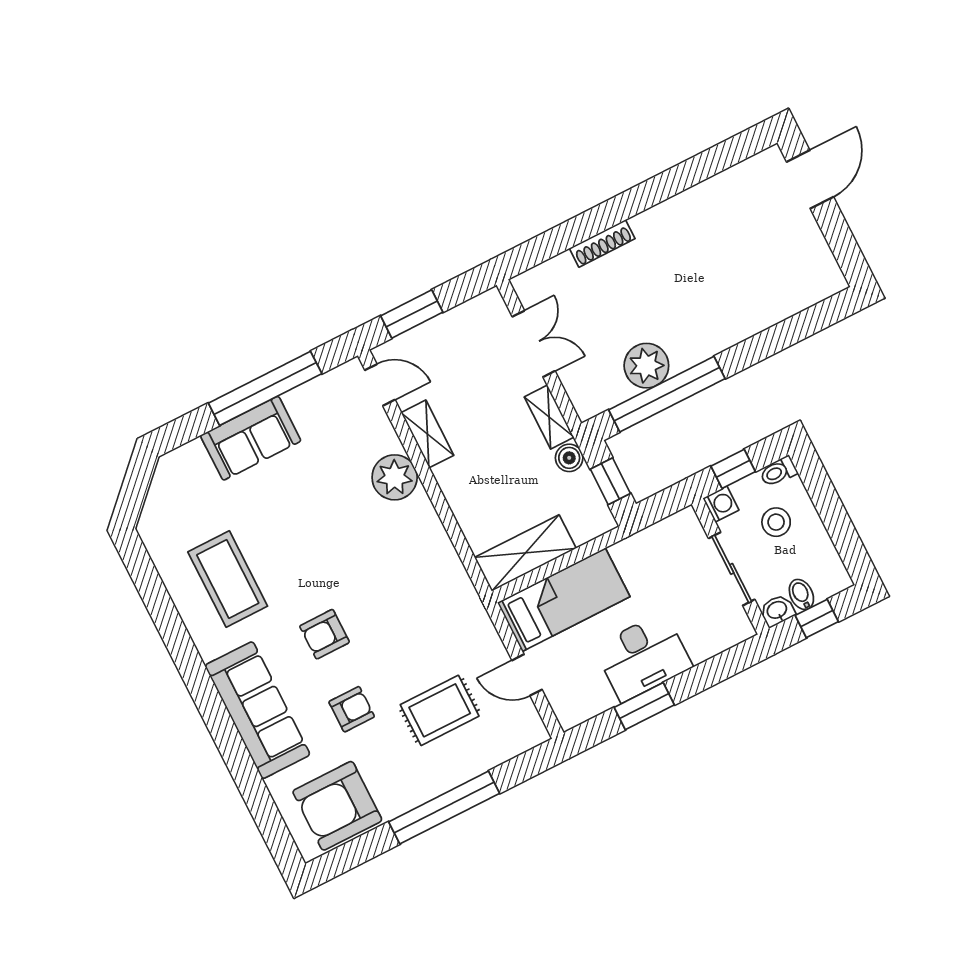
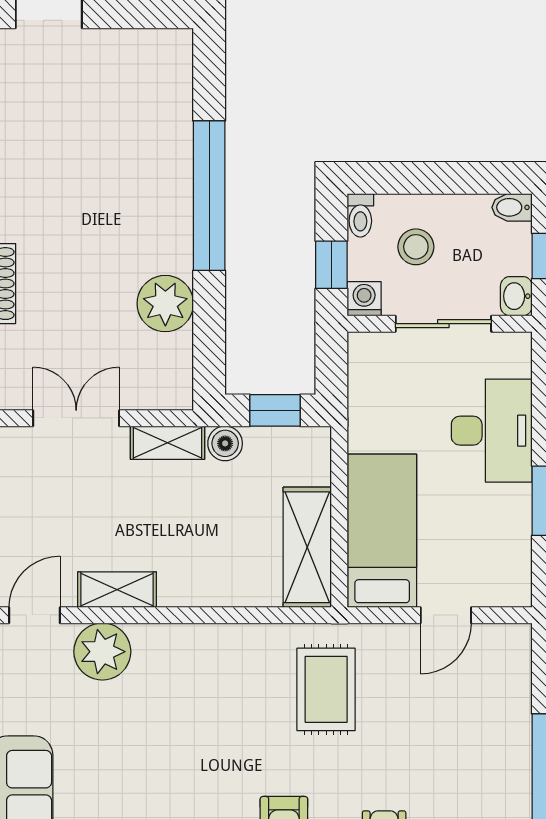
window: (667, 394) -> (209, 196), moved
plant: (395, 477) -> (102, 652), moved
bidet: (801, 594) -> (512, 207), moved
desk: (643, 657) -> (492, 431), moved
rug: (440, 710) -> (326, 689), moved

